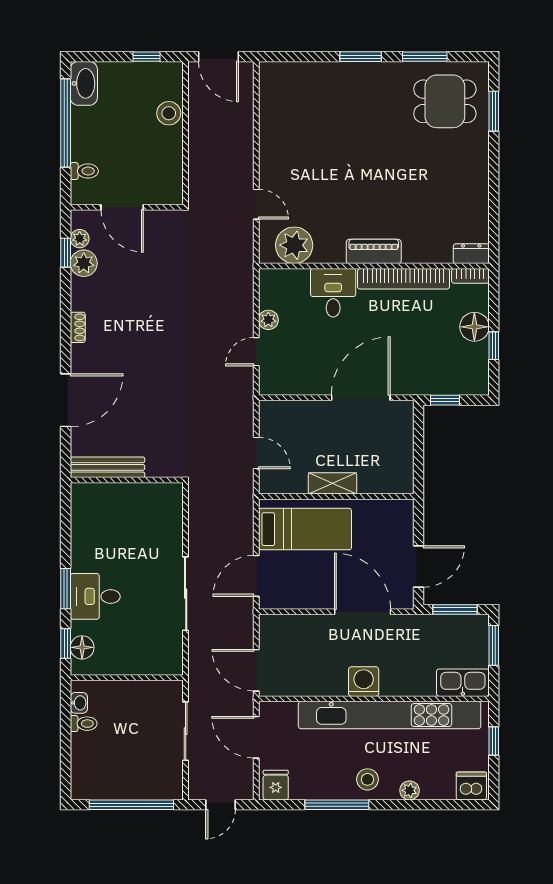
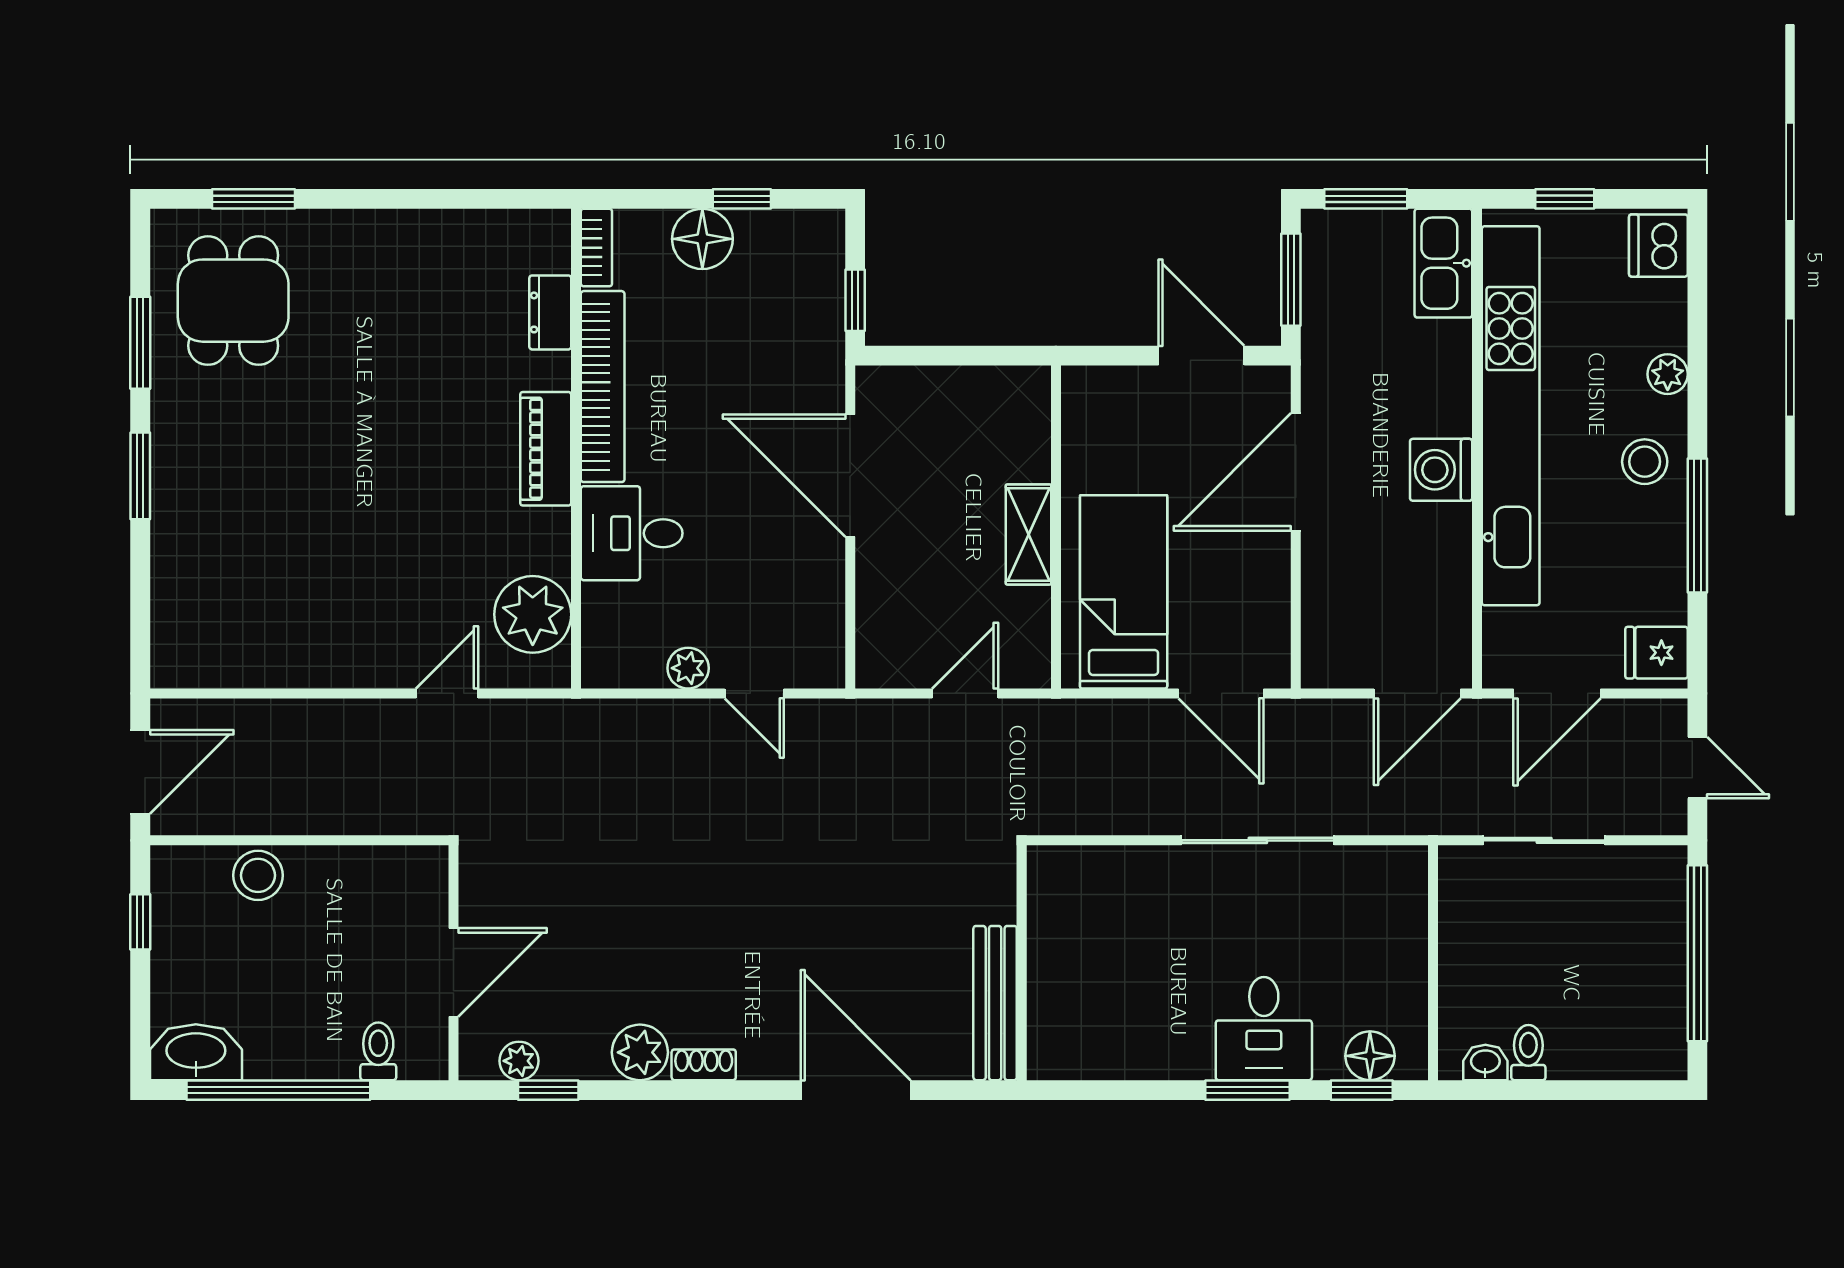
dresser: (471, 254) -> (550, 312), moved
plant: (84, 263) -> (640, 1052), moved

